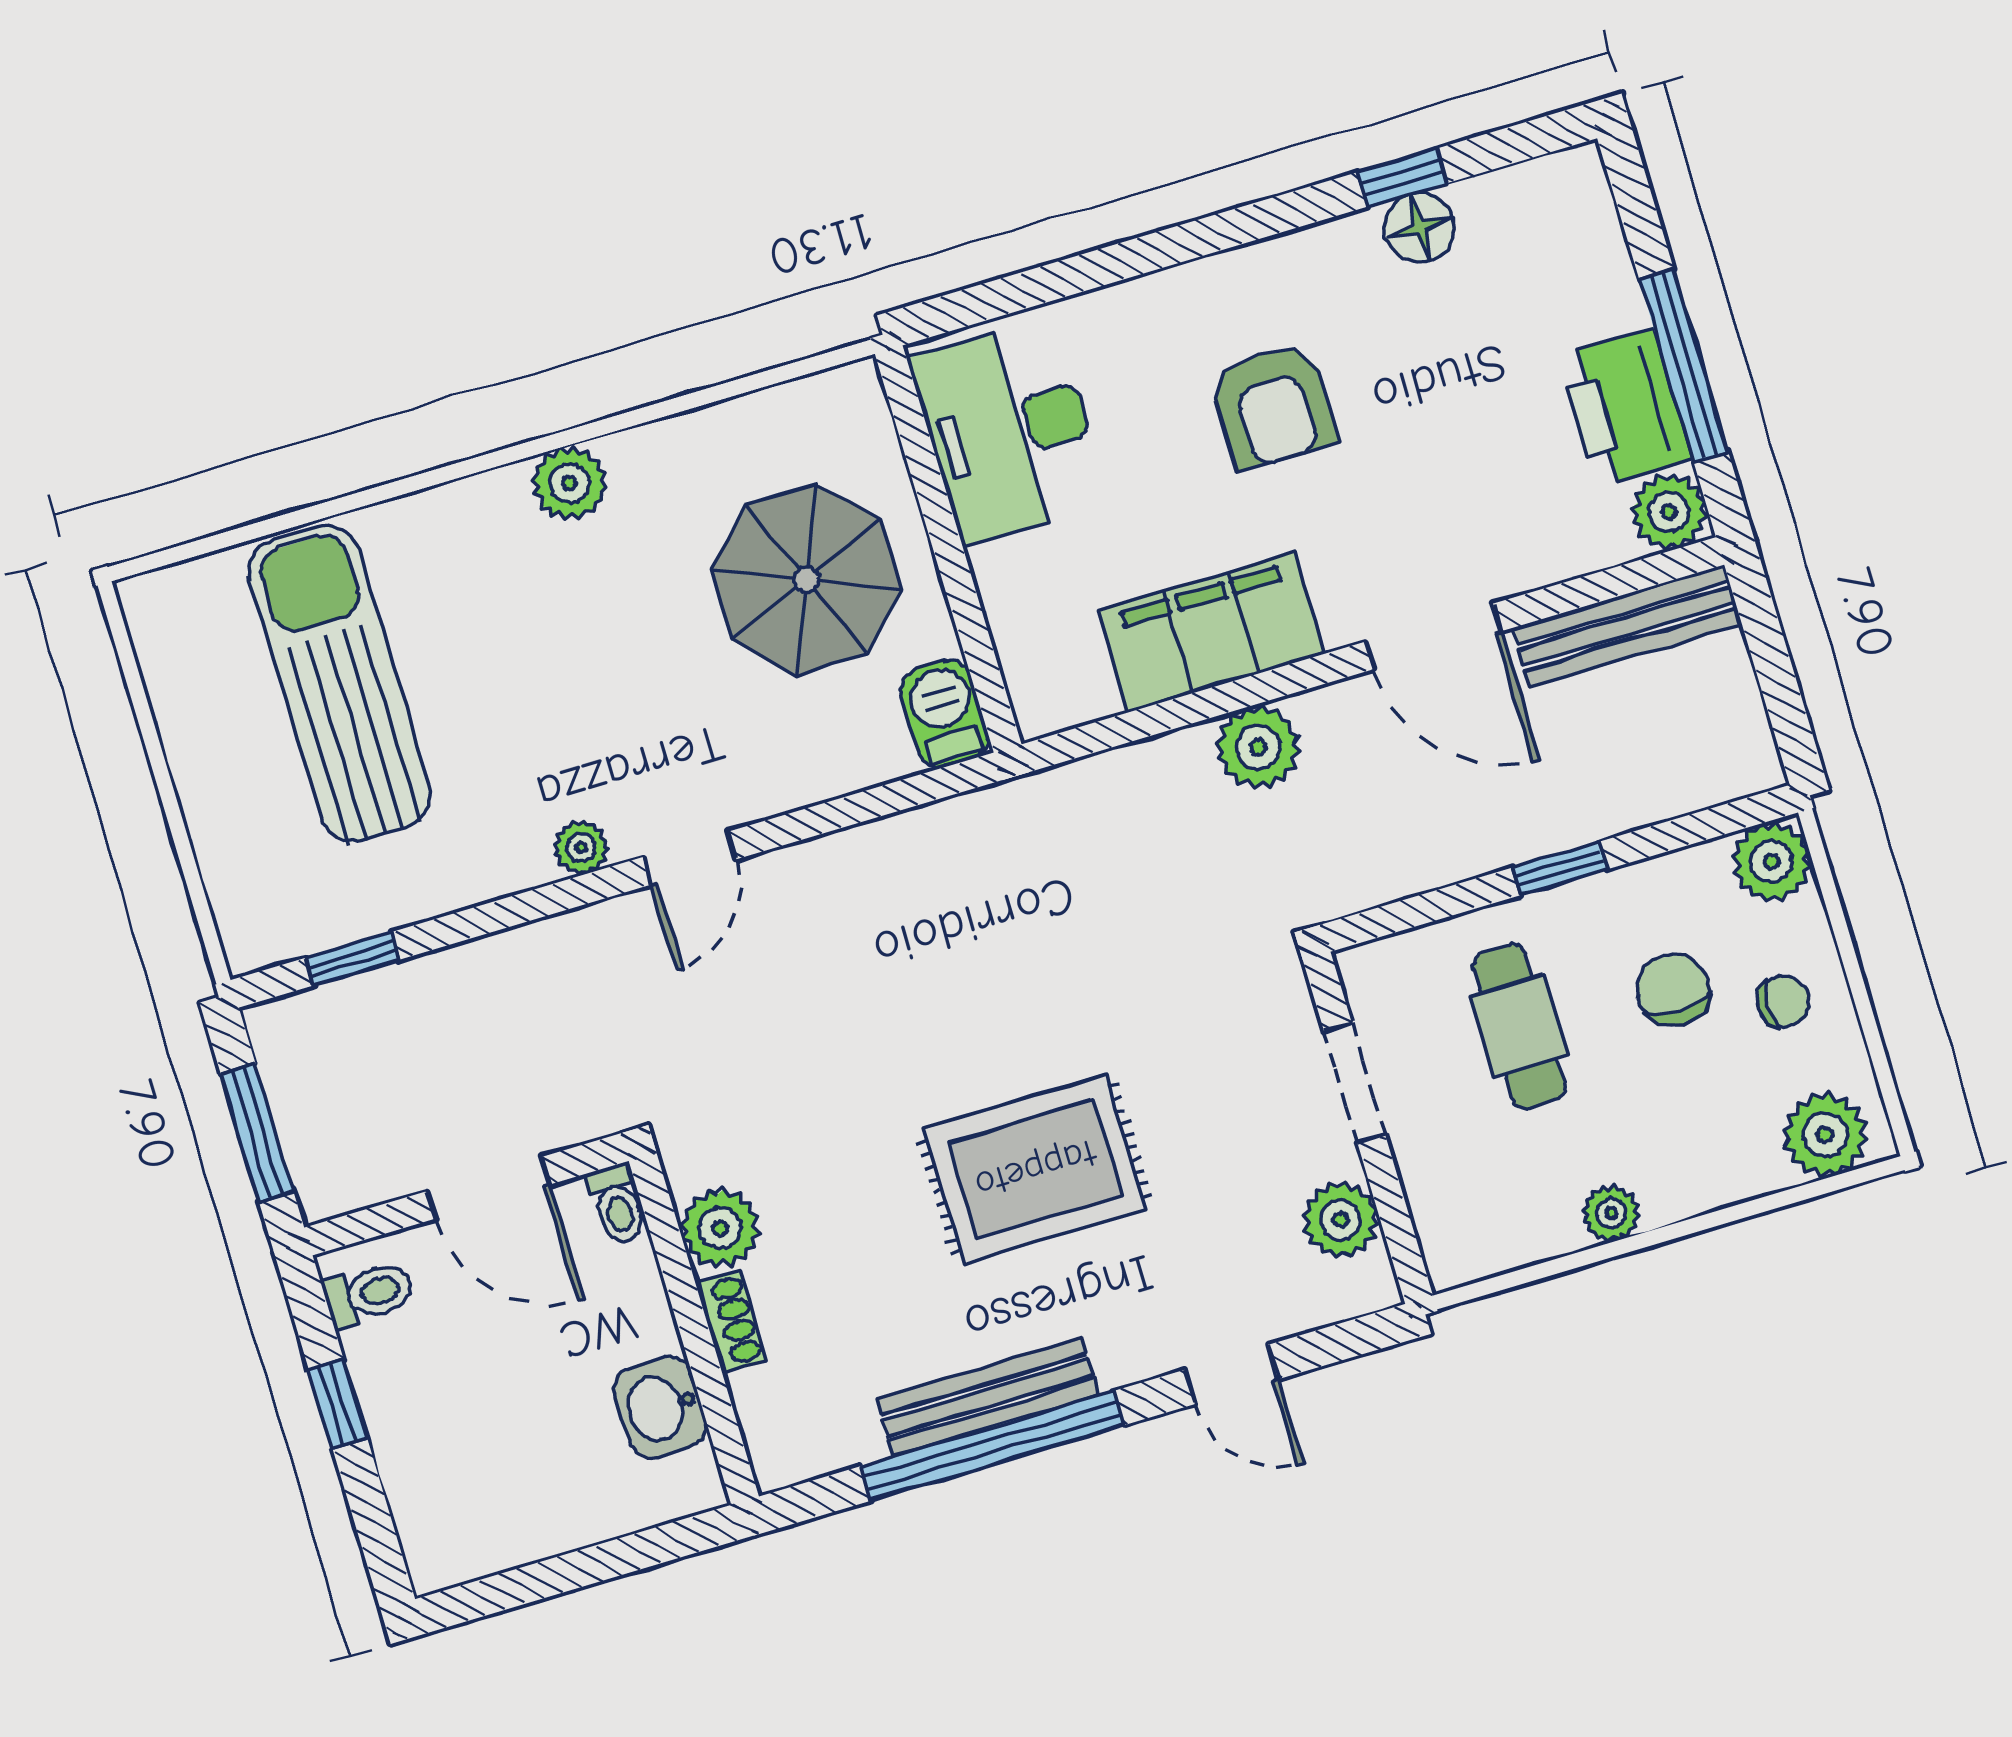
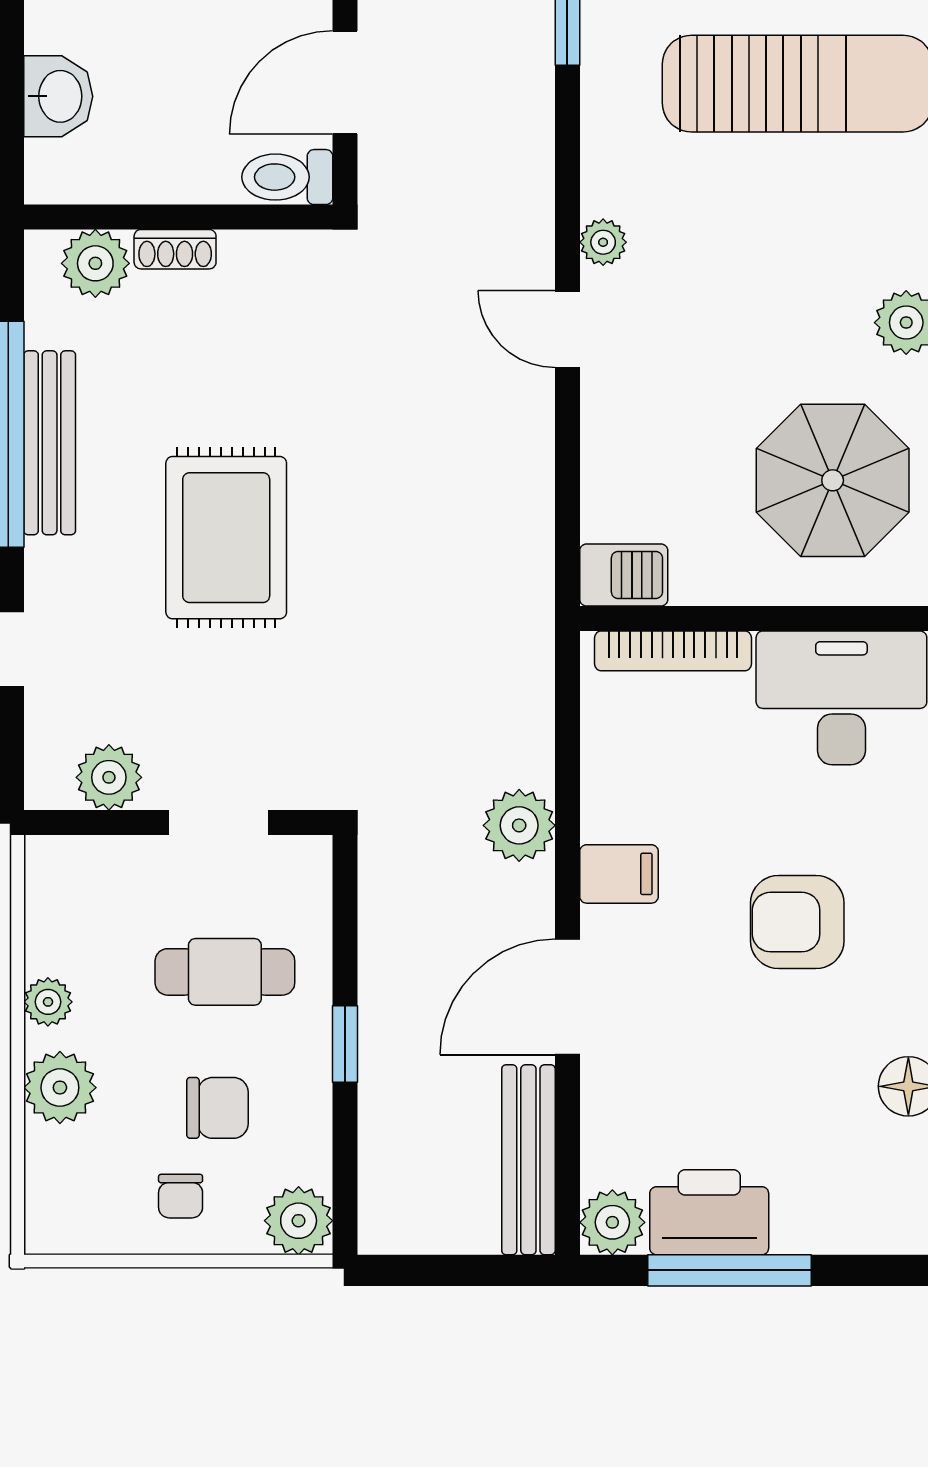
parasol: (806, 580) -> (833, 480), moved
filing cabinet: (1211, 632) -> (619, 874), width x0.33, depth x0.86
bookcase: (1013, 634) -> (673, 651), added
plant: (1825, 1135) -> (60, 1088), moved
toilet: (617, 1204) -> (287, 177), width x1.37, depth x1.39
plant: (720, 1228) -> (95, 263), moved
washbasin: (660, 1407) -> (58, 96), moved, turned 90

